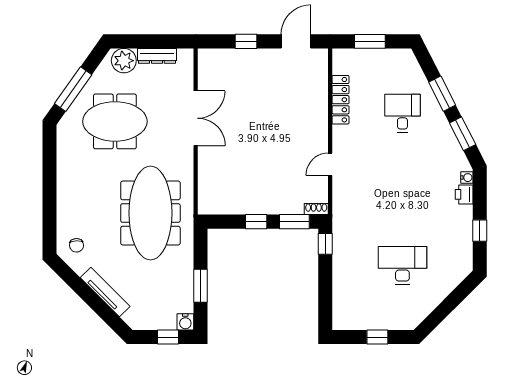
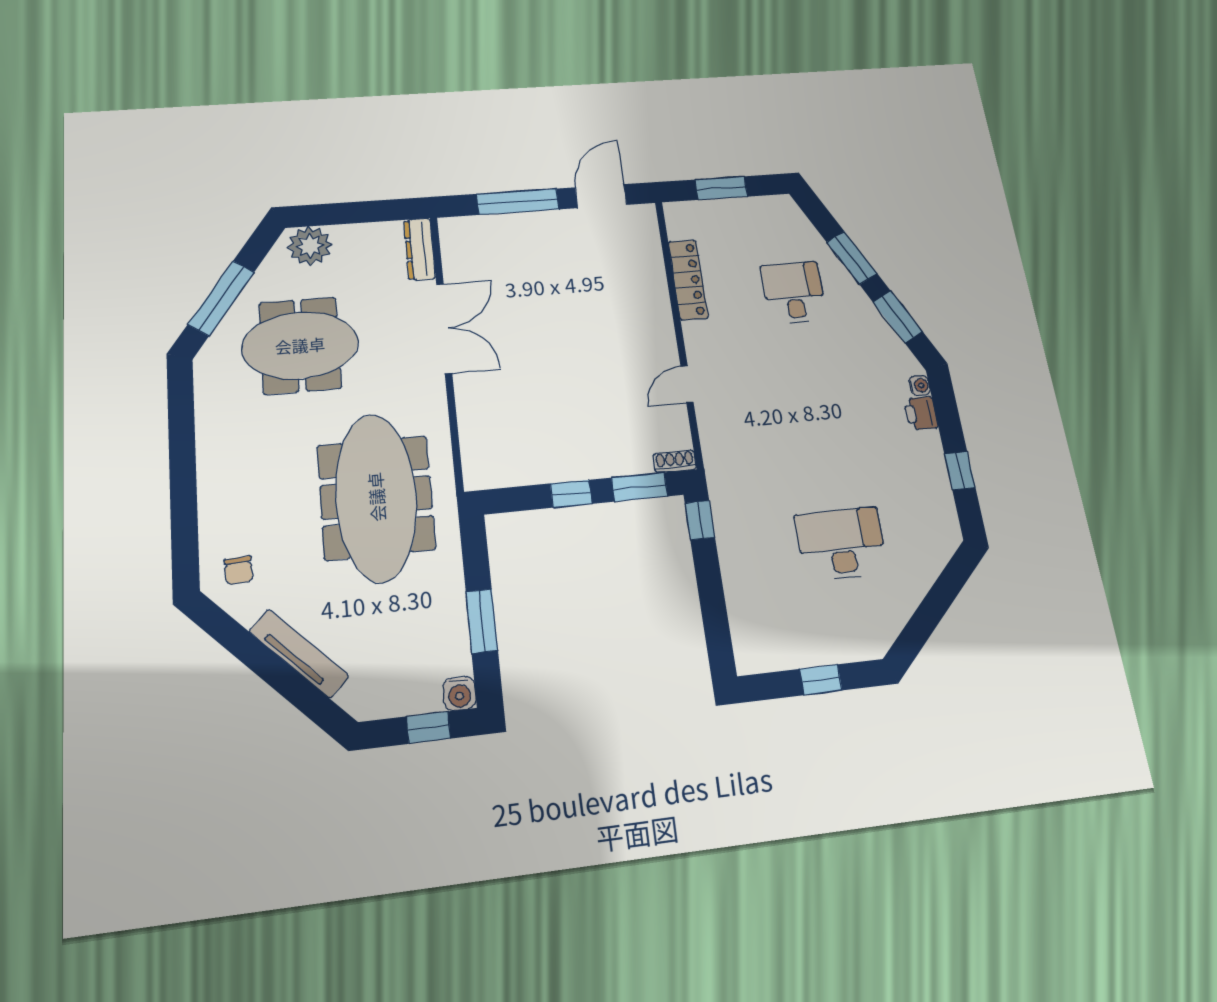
window: (246, 41) -> (518, 202), width x2.17
dresser: (157, 56) -> (420, 249), moved, turned 90

